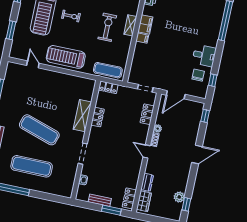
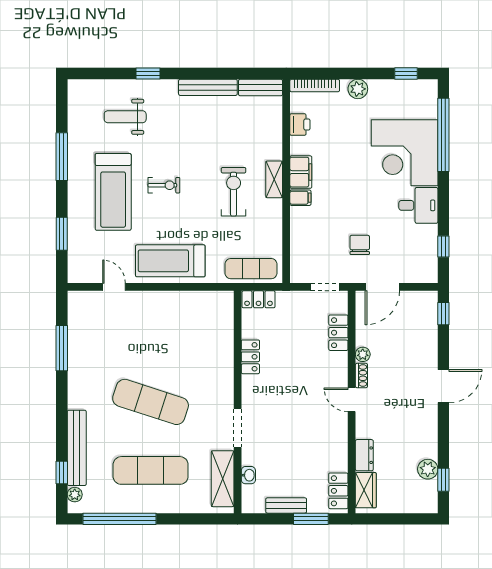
corner desk: (203, 26) -> (405, 153), added
chair: (198, 75) -> (360, 245), moved
shelving: (82, 116) -> (223, 479), moved

